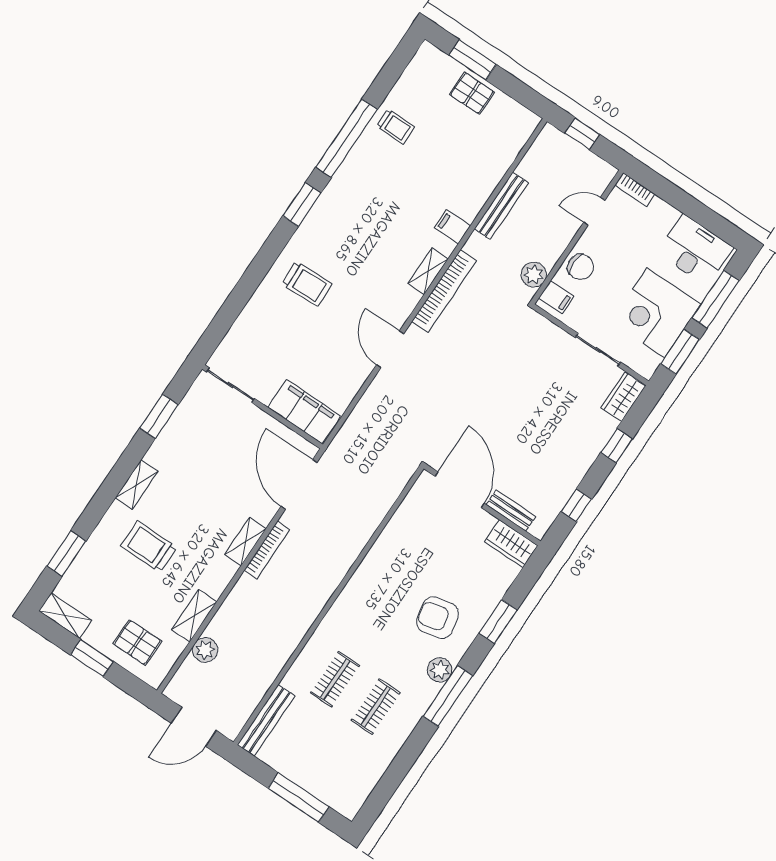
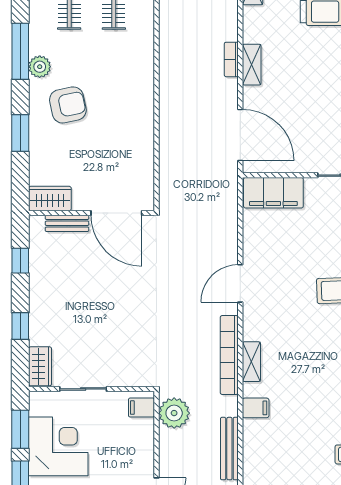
chair: (581, 267) -> (139, 443), removed
plant: (534, 275) -> (174, 413), width x1.36, depth x1.36
door: (390, 349) -> (240, 283), swing flipped
bookcase: (267, 550) -> (231, 59), width x0.64

